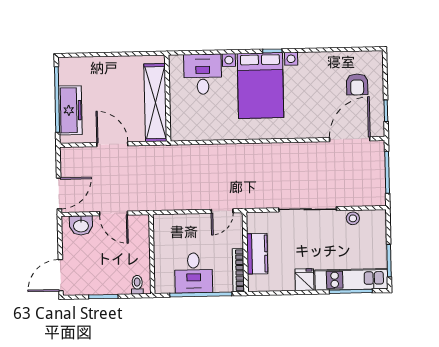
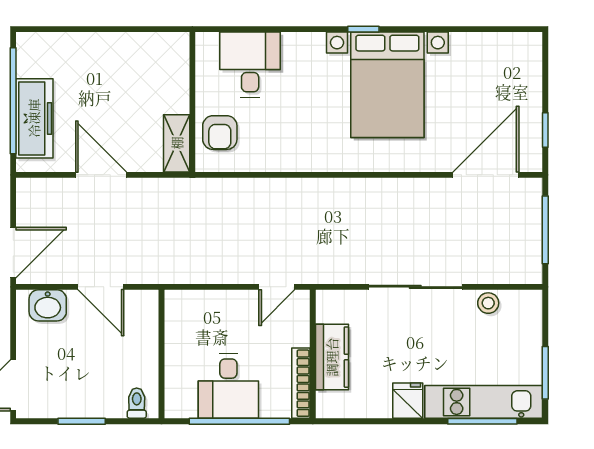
armchair: (357, 84) -> (220, 133), moved
bed with nightstands: (260, 86) -> (387, 85), moved
shelving: (155, 103) -> (177, 143), width x0.45, depth x0.75

